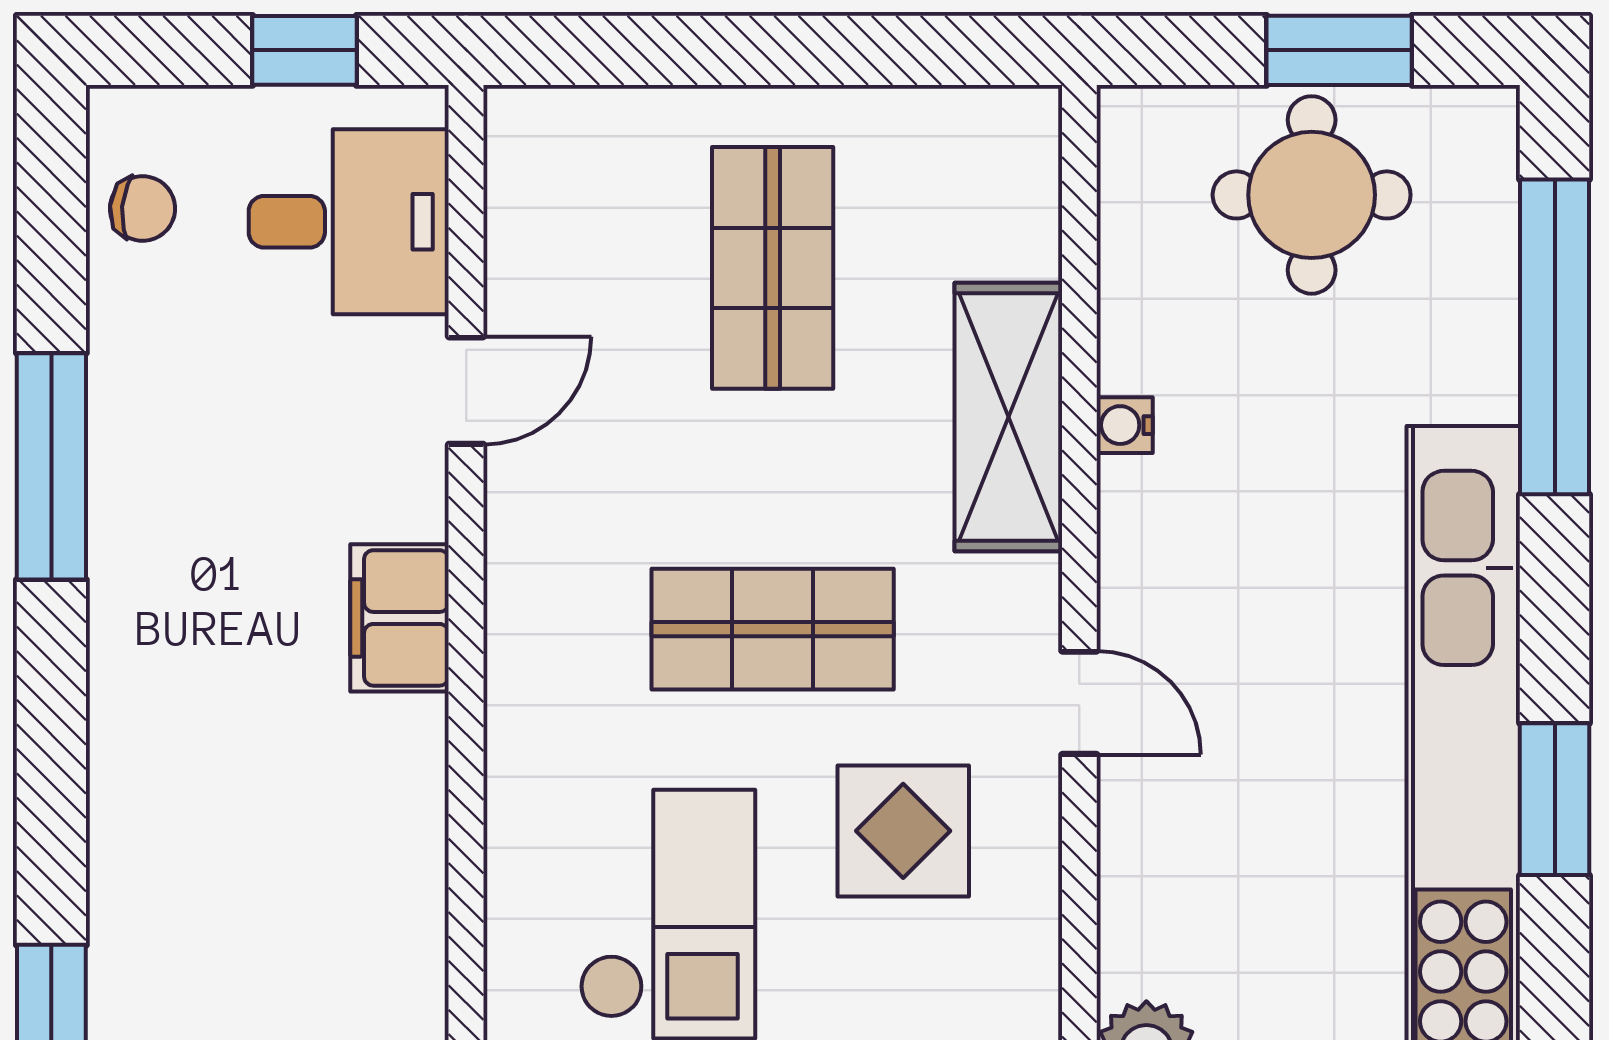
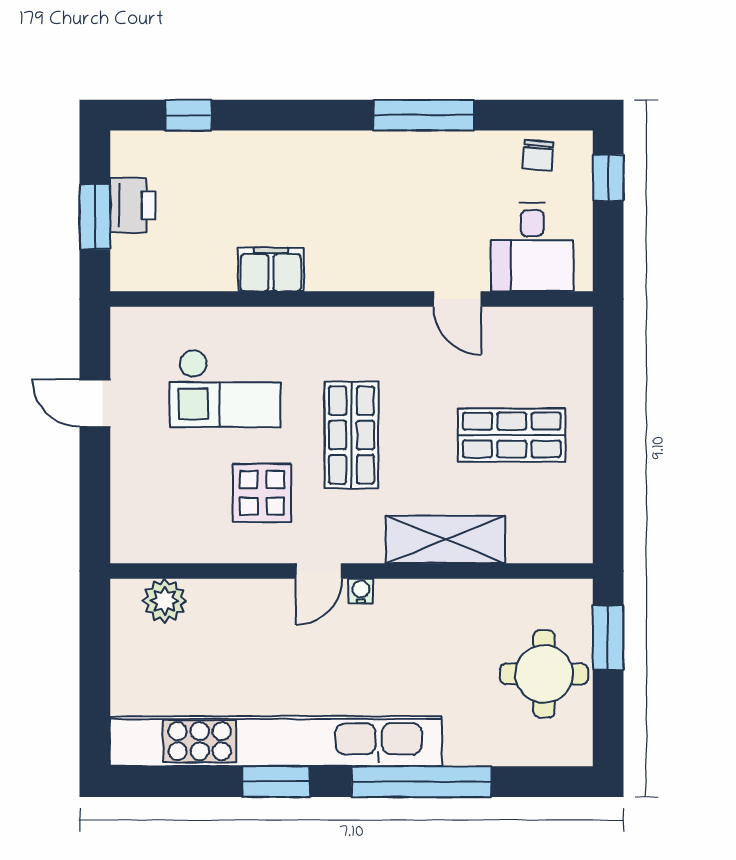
window: (305, 50) -> (608, 178), moved
window: (1339, 50) -> (608, 638), moved
window: (1555, 337) -> (421, 782), moved
water cooler: (1125, 425) -> (361, 591), moved
filing cabinet: (400, 618) -> (271, 270), moved

